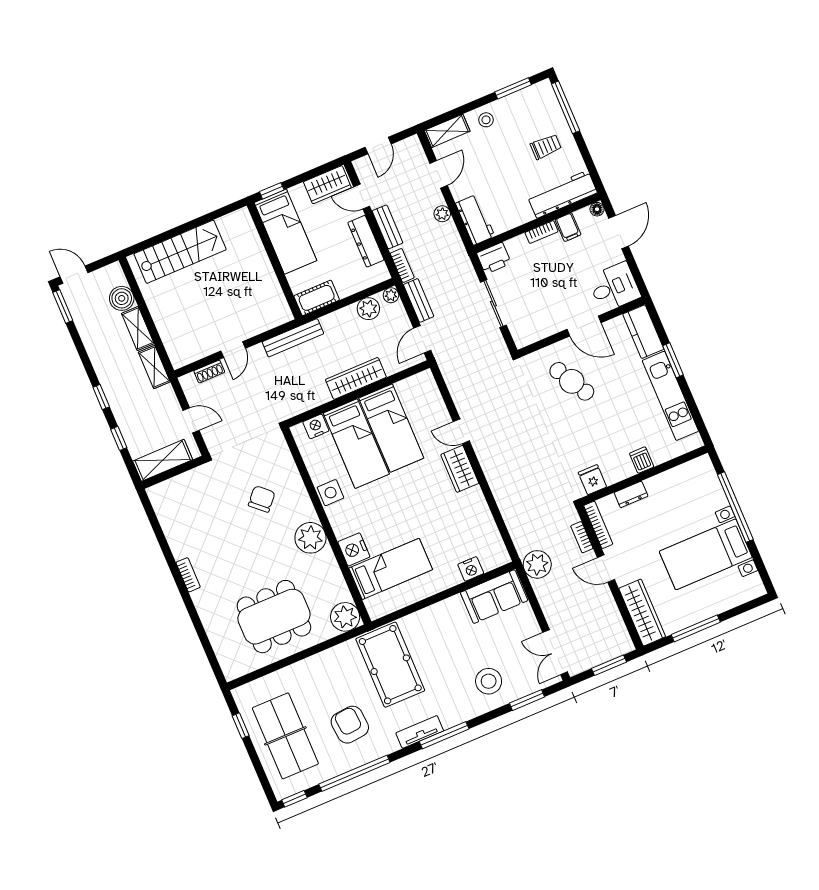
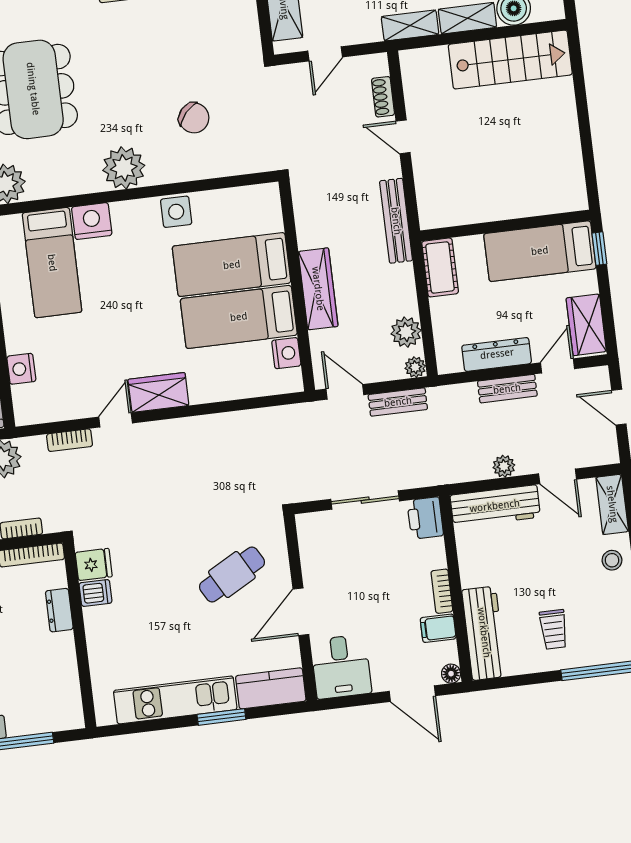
workbench: (475, 220) -> (495, 506), width x1.38
stairs: (180, 252) -> (510, 60), moved, turned -90
bookcase: (402, 266) -> (70, 440), moved
nightstand: (316, 426) -> (286, 353), moved
door: (461, 431) -> (116, 420), moved
dishwasher: (642, 460) -> (95, 593), moved

